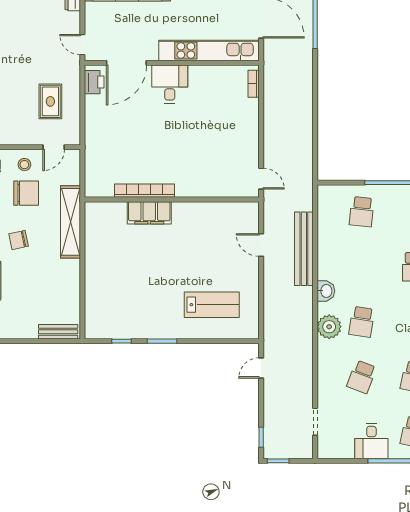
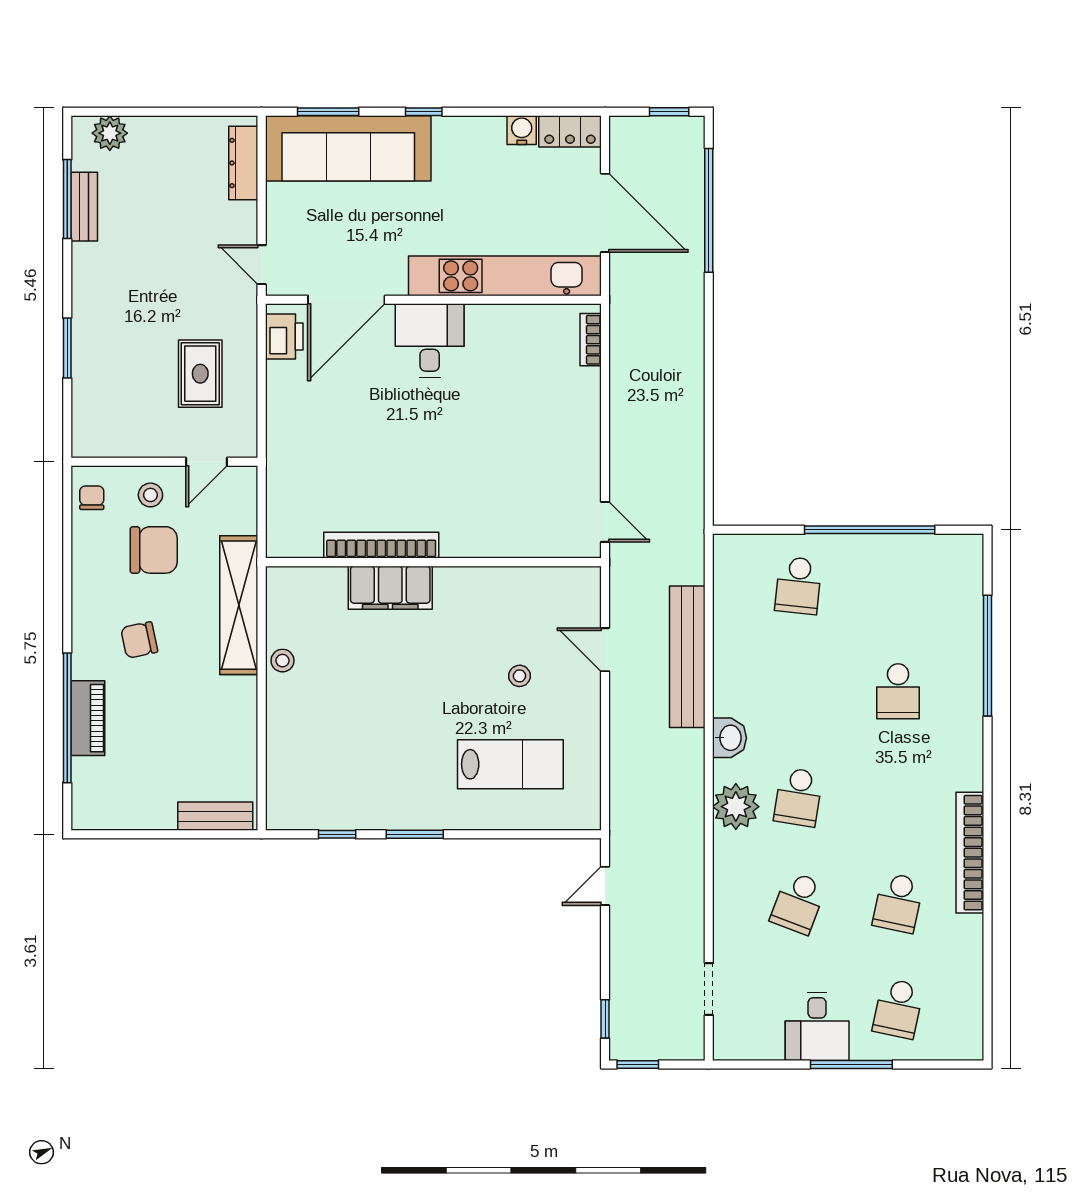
stool: (93, 251) -> (282, 661), added
stool: (217, 259) -> (519, 676), added

